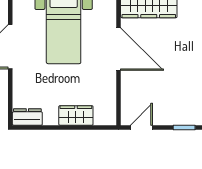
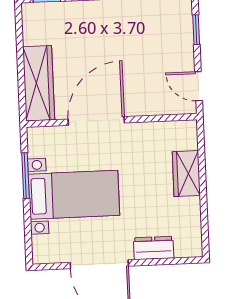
dresser: (27, 117) -> (154, 248), moved, turned 90

